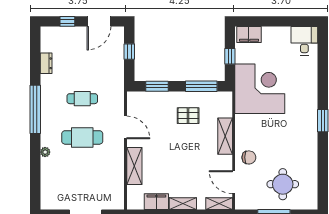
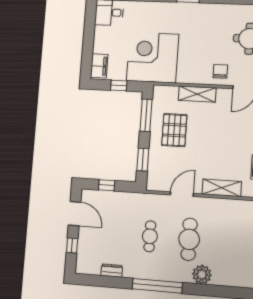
pallet: (188, 116) -> (174, 130), width x1.50, depth x1.42
plant: (45, 152) -> (202, 275), width x1.88, depth x1.88

